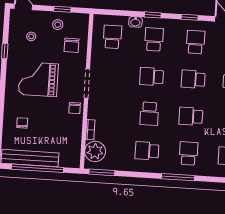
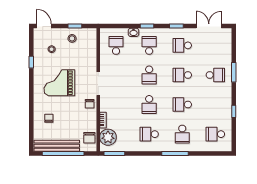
school desk: (196, 42) -> (182, 45), turned -90
chair: (71, 45) -> (89, 138), moved
school desk: (152, 77) -> (149, 75), turned -90
school desk: (189, 153) -> (182, 134), turned 180

